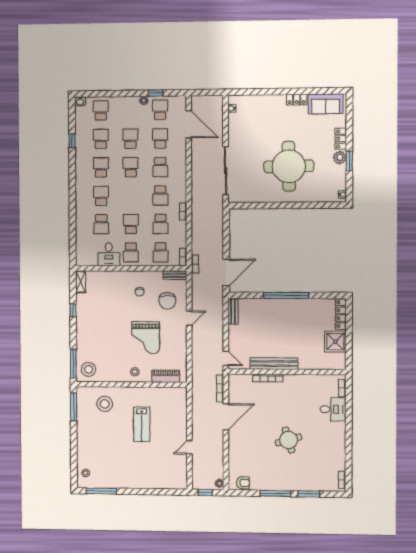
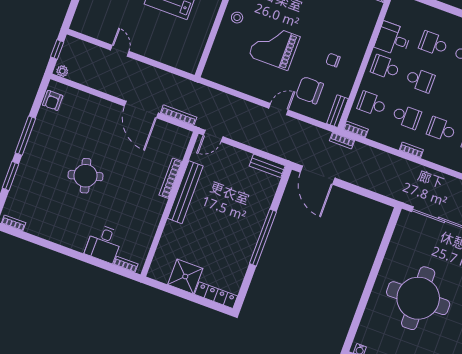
school desk: (160, 224) -> (407, 117), turned 180
door: (189, 318) -> (279, 109), swing flipped
piano: (166, 376) -> (218, 54), removed

